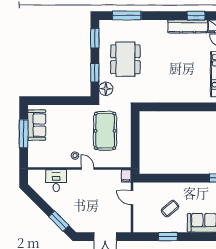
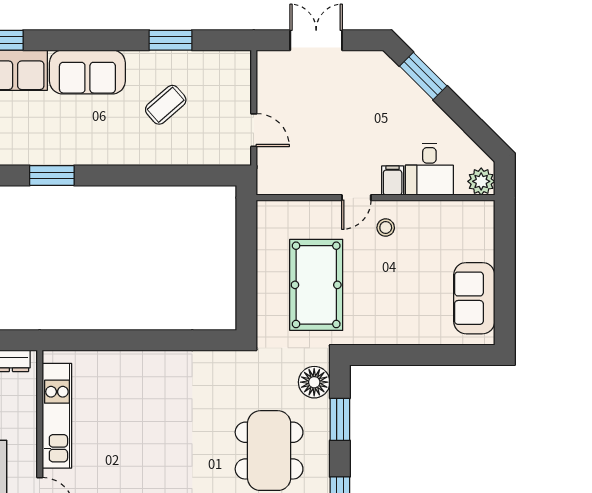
window: (24, 134) -> (505, 278), removed
door: (88, 169) -> (356, 198), hinge flipped
plant: (34, 175) -> (481, 181), added
filing cabinet: (126, 176) -> (393, 181), moved

